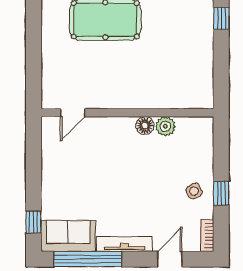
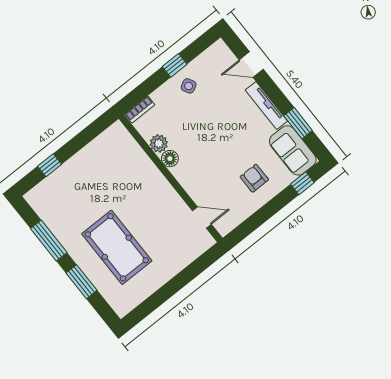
armchair: (71, 184) -> (254, 178), added
bookcase: (207, 236) -> (140, 109), moved
window: (88, 259) -> (298, 123), width x0.47

